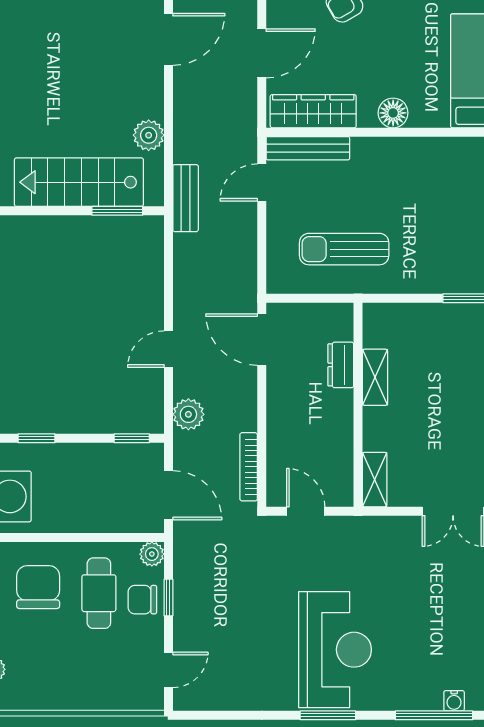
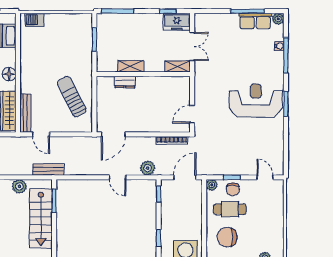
sun lounger: (344, 249) -> (72, 97), turned 153
dresser: (341, 365) -> (125, 82), moved
shelving: (375, 377) -> (131, 66), moved
wall: (358, 405) -> (143, 74), moved
shelving: (375, 480) -> (178, 66), moved

